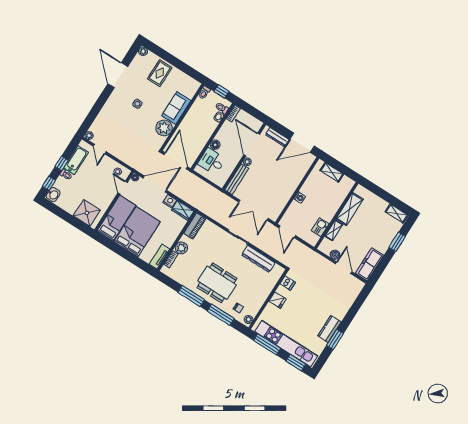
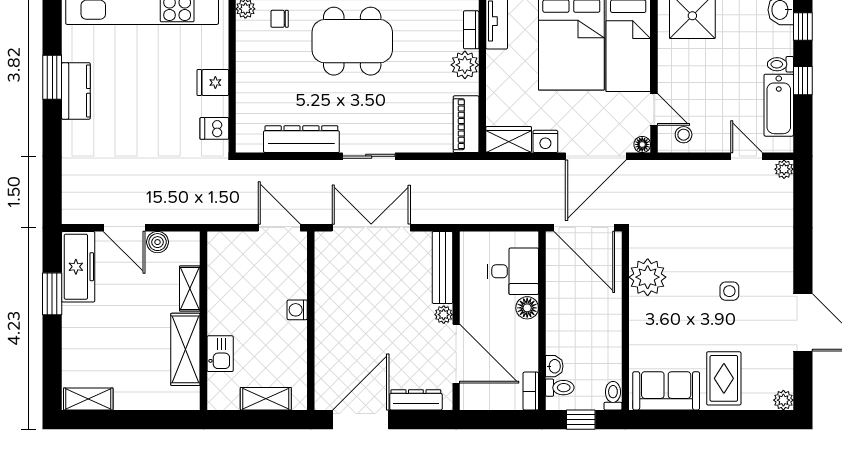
sofa: (176, 108) -> (666, 391), moved, turned -90
kitchen sink: (320, 227) -> (220, 354), moved
window: (397, 242) -> (52, 294), moved

